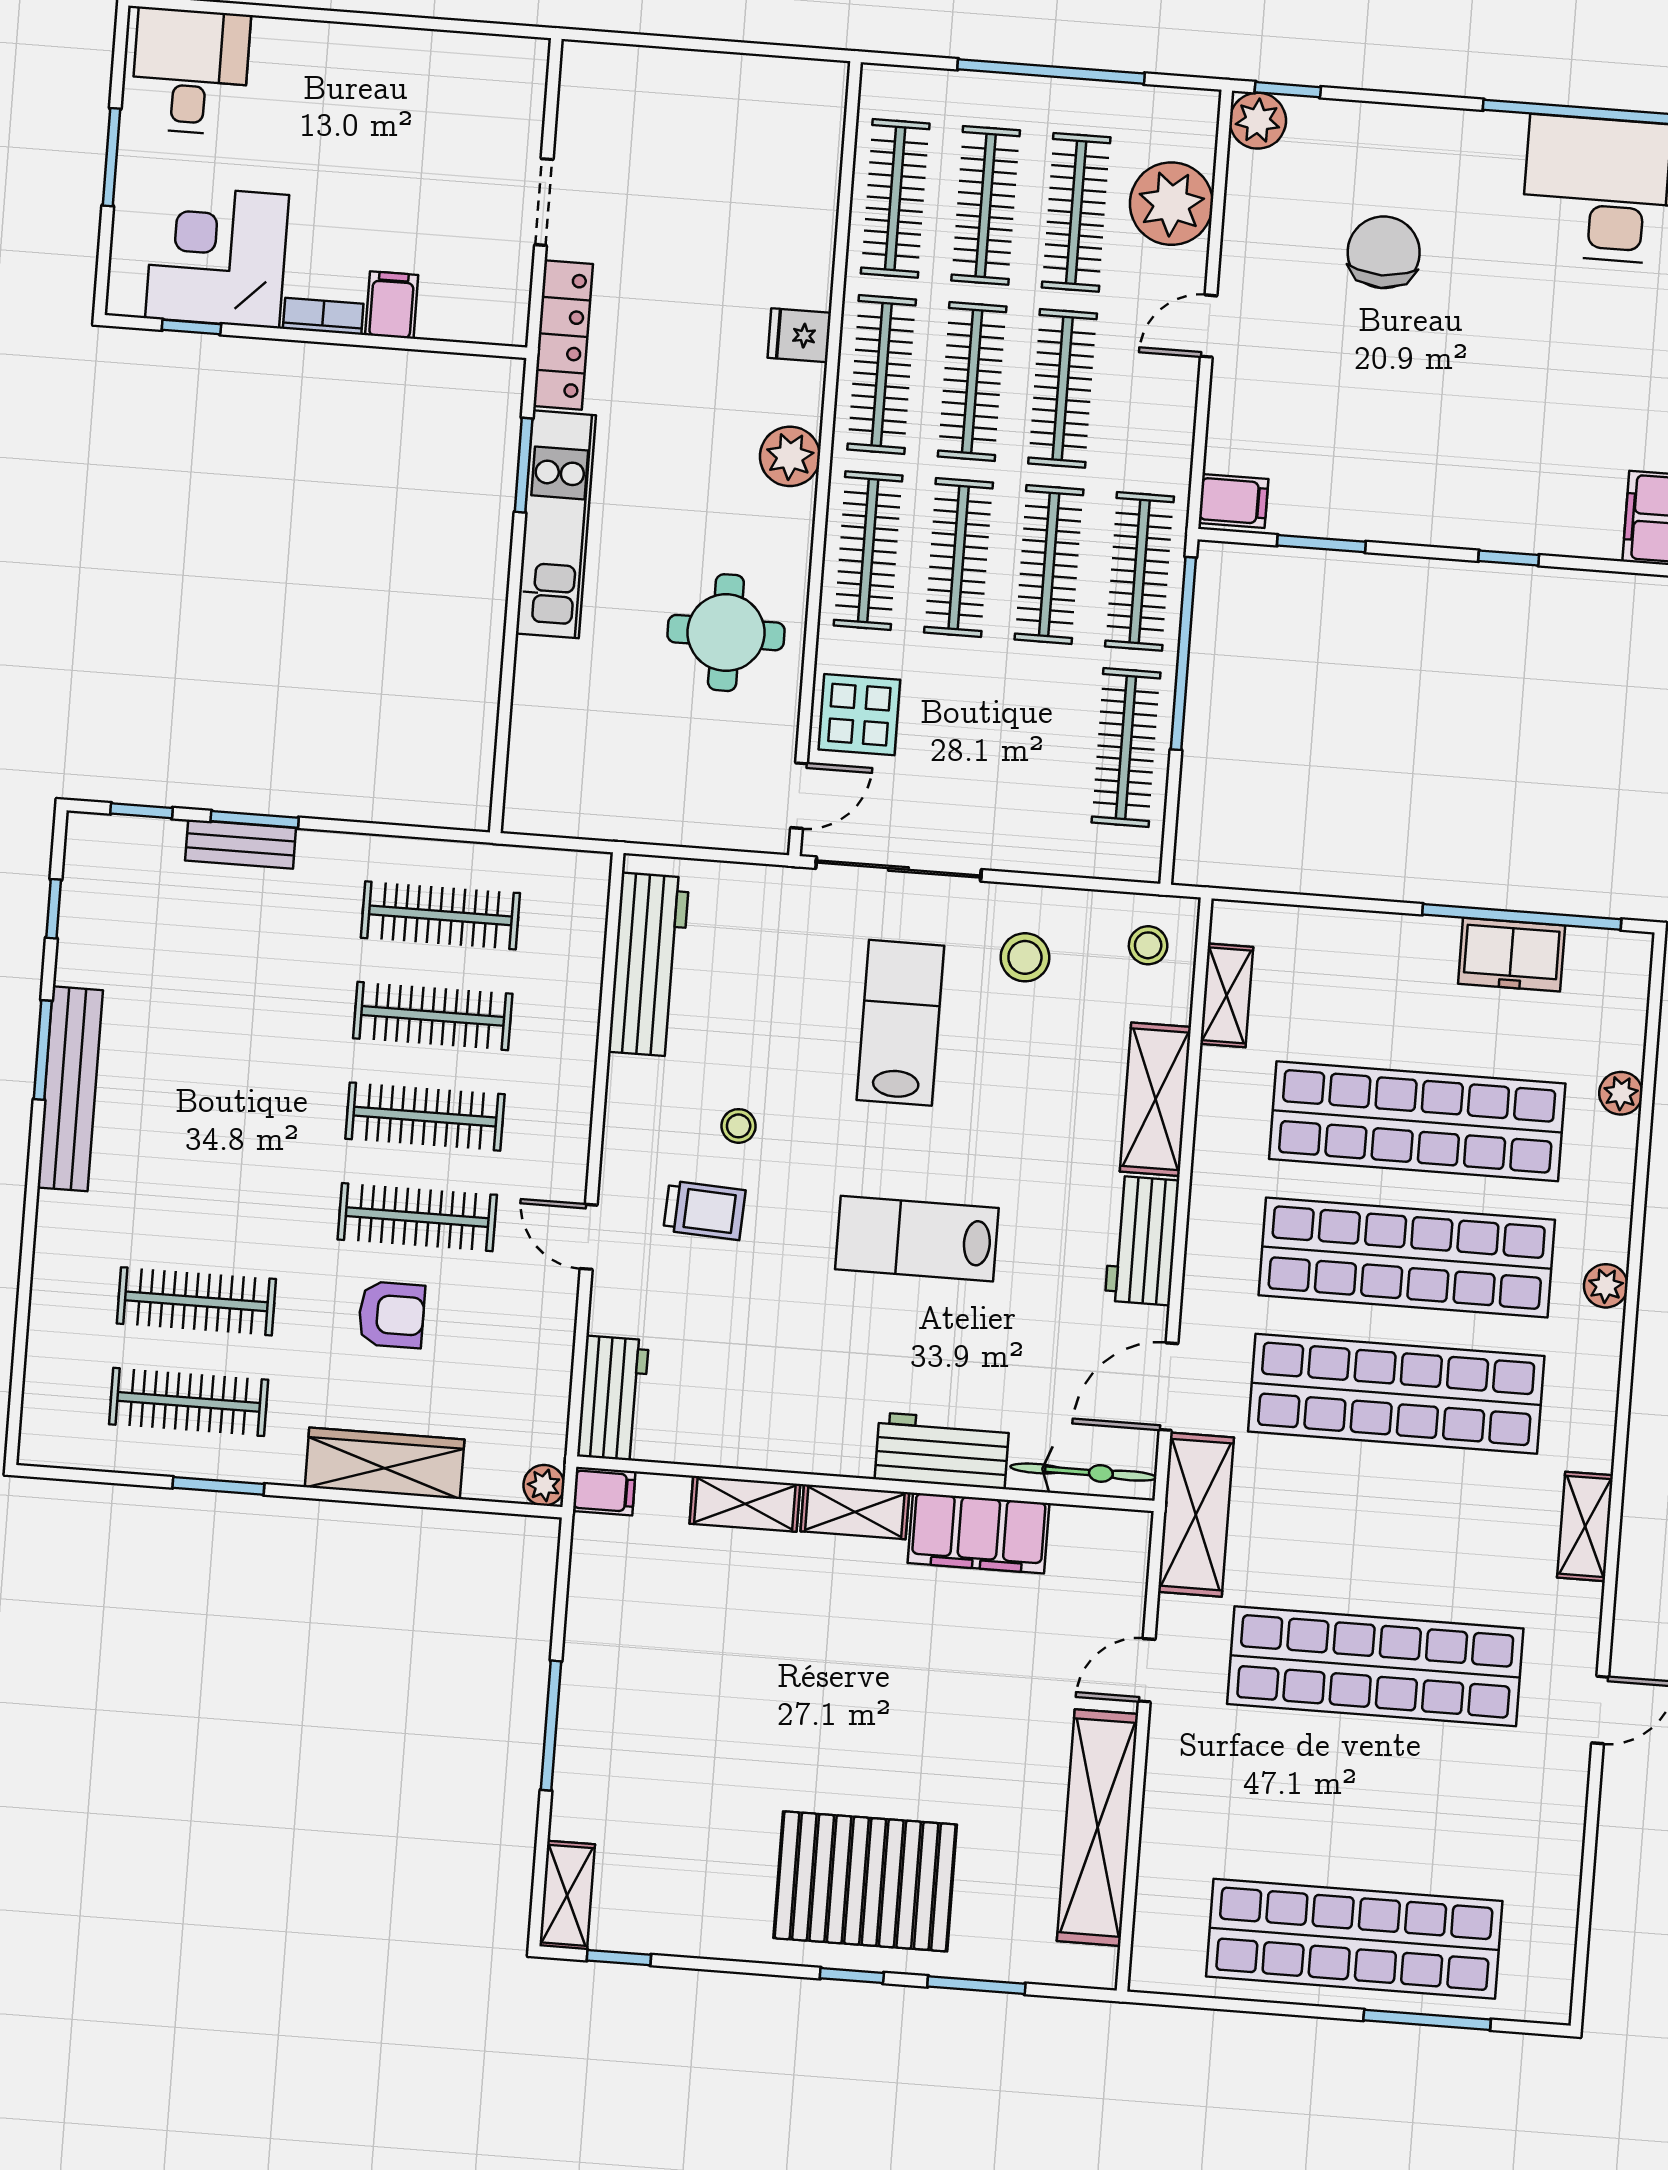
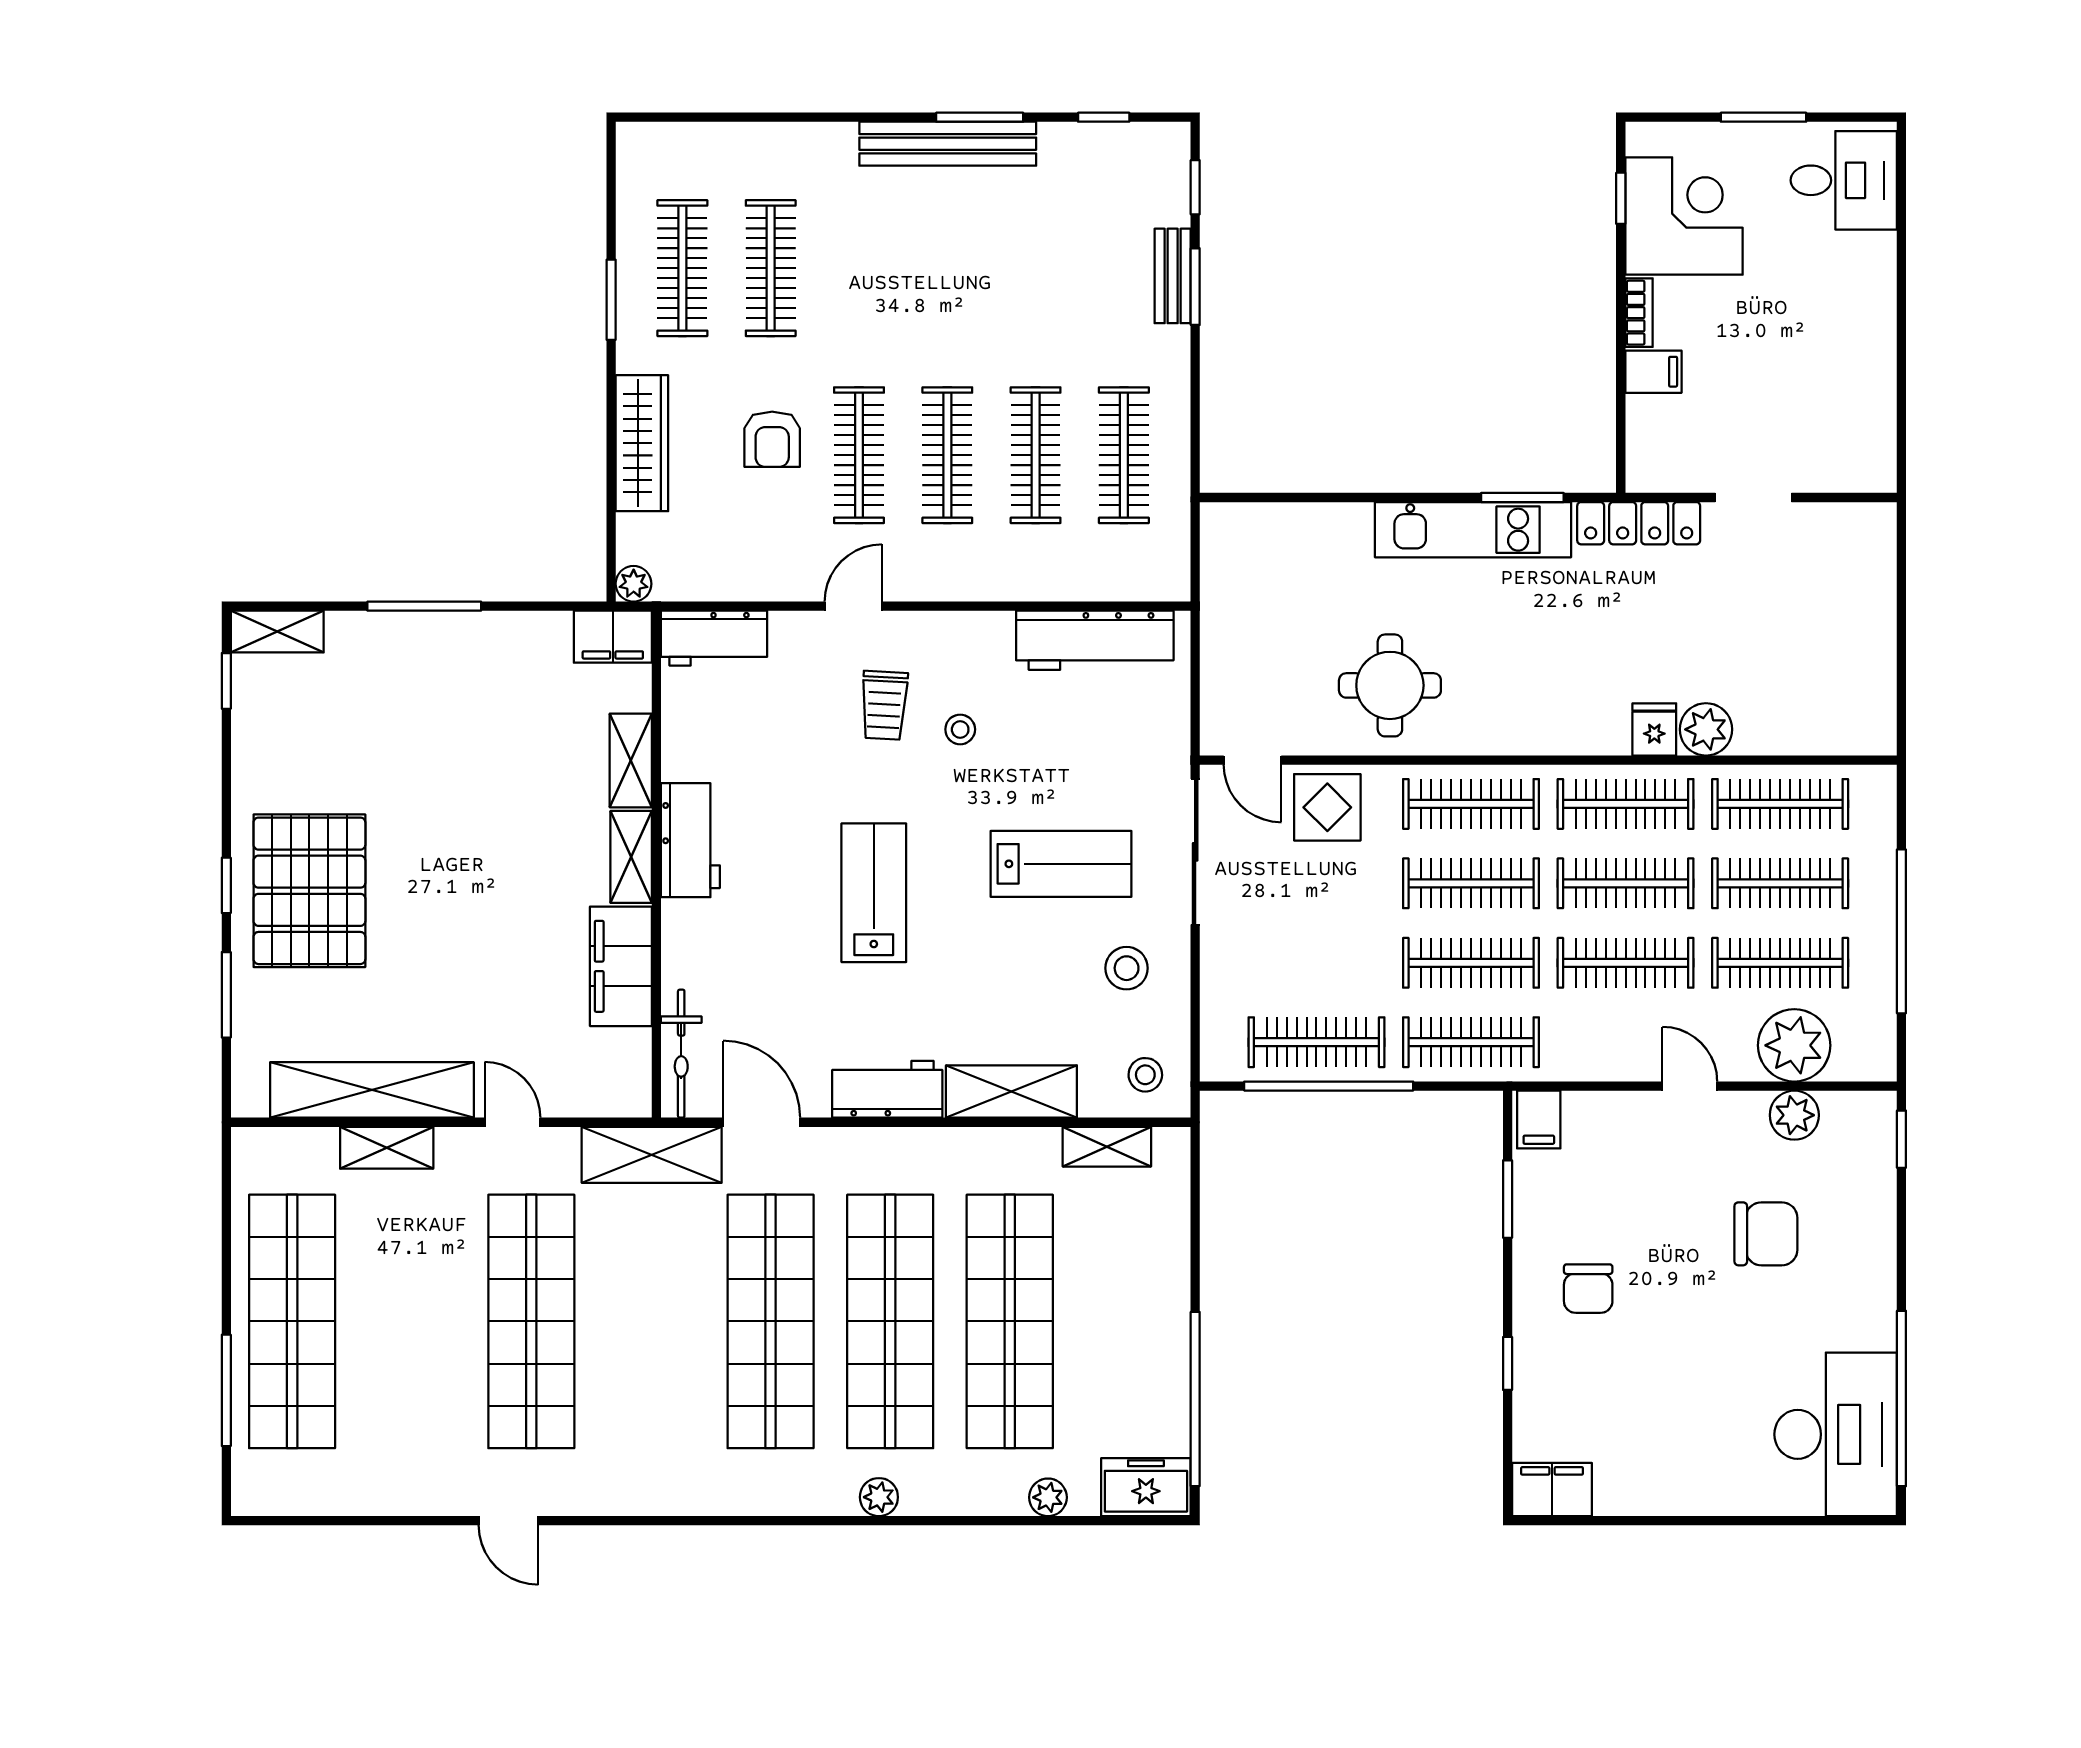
plant: (1258, 121) -> (1794, 1115), moved
plant: (790, 456) -> (1706, 729), moved
chair: (1430, 460) -> (1588, 1289), added
window: (1183, 654) -> (1329, 1086), moved
freezer: (1512, 955) -> (1146, 1487), moved, turned 90
workbench: (942, 1451) -> (690, 840), moved
filing cabinet: (604, 1491) -> (613, 637), width x2.00
shelving: (1585, 1526) -> (387, 1148), moved

